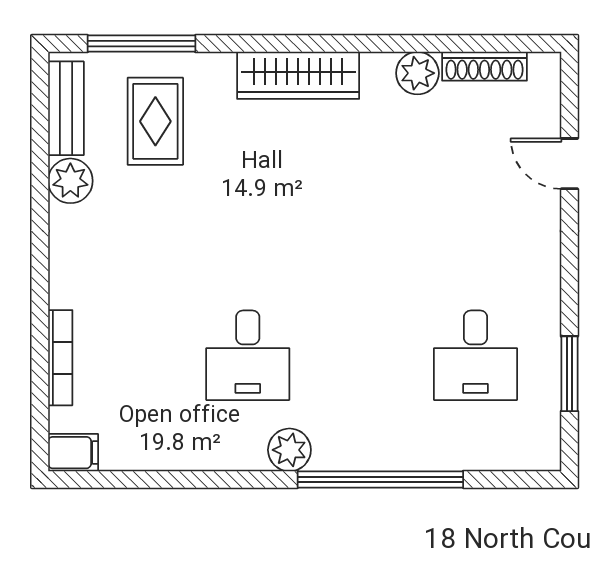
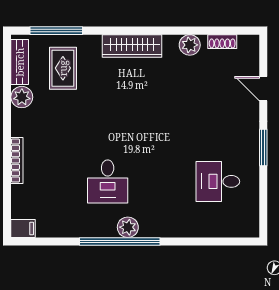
shoe rack: (485, 66) -> (222, 42), width x0.70
desk: (476, 355) -> (218, 181), turned 90
bookcase: (60, 358) -> (17, 161), moved
window: (569, 374) -> (263, 148), moved
window: (380, 479) -> (120, 242), moved

